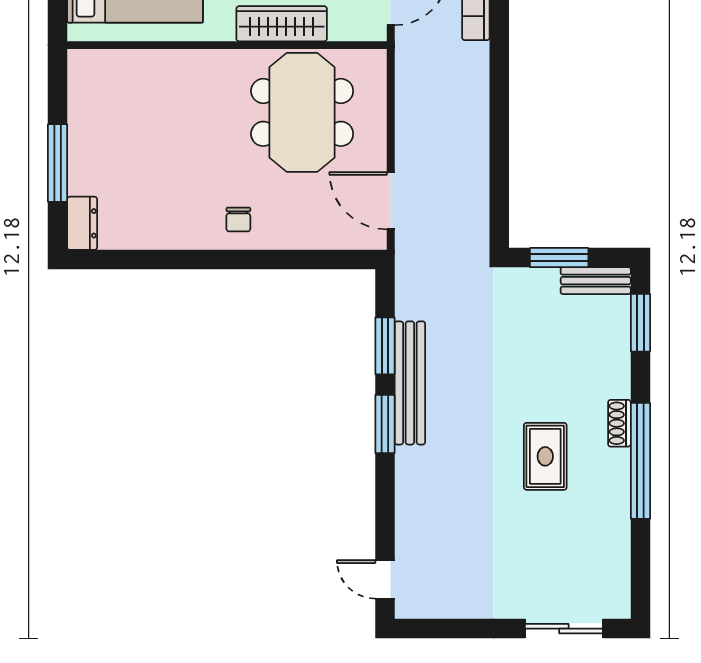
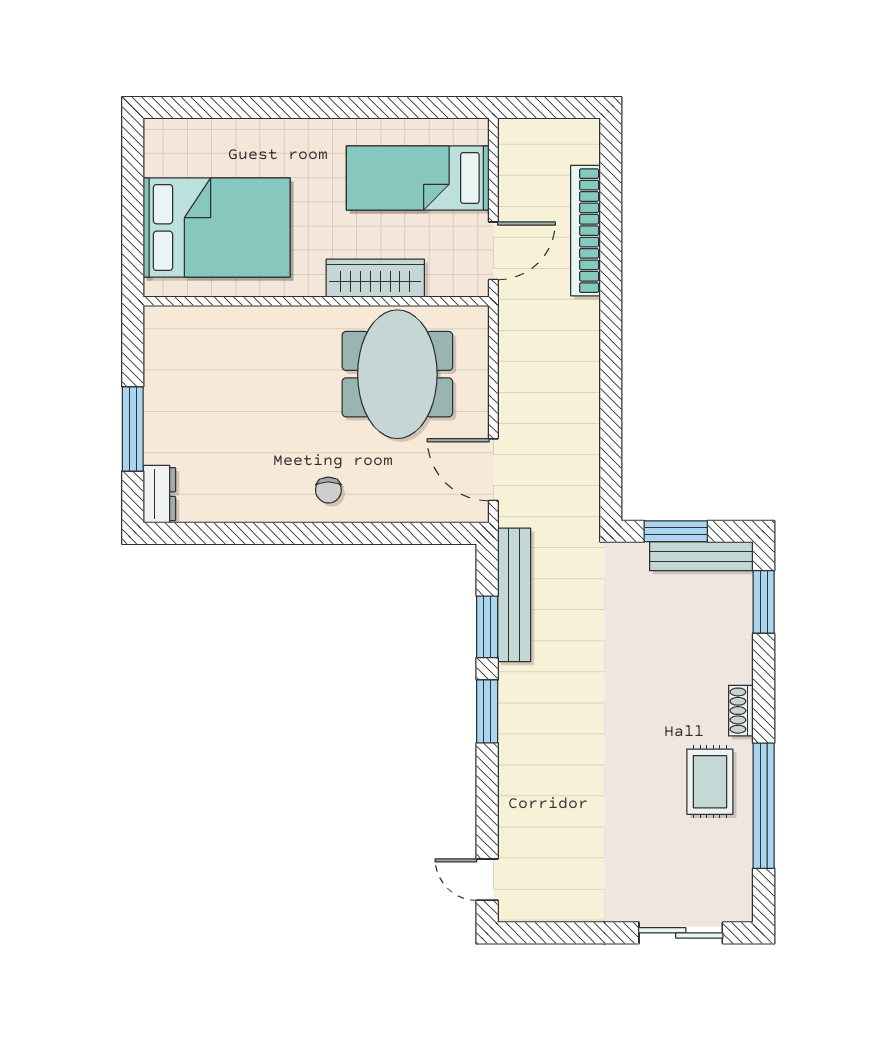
bench: (596, 281) -> (701, 556), width x1.36
bench: (410, 383) -> (514, 595), moved
rug: (545, 456) -> (710, 782), moved
window: (640, 461) -> (764, 806), moved

